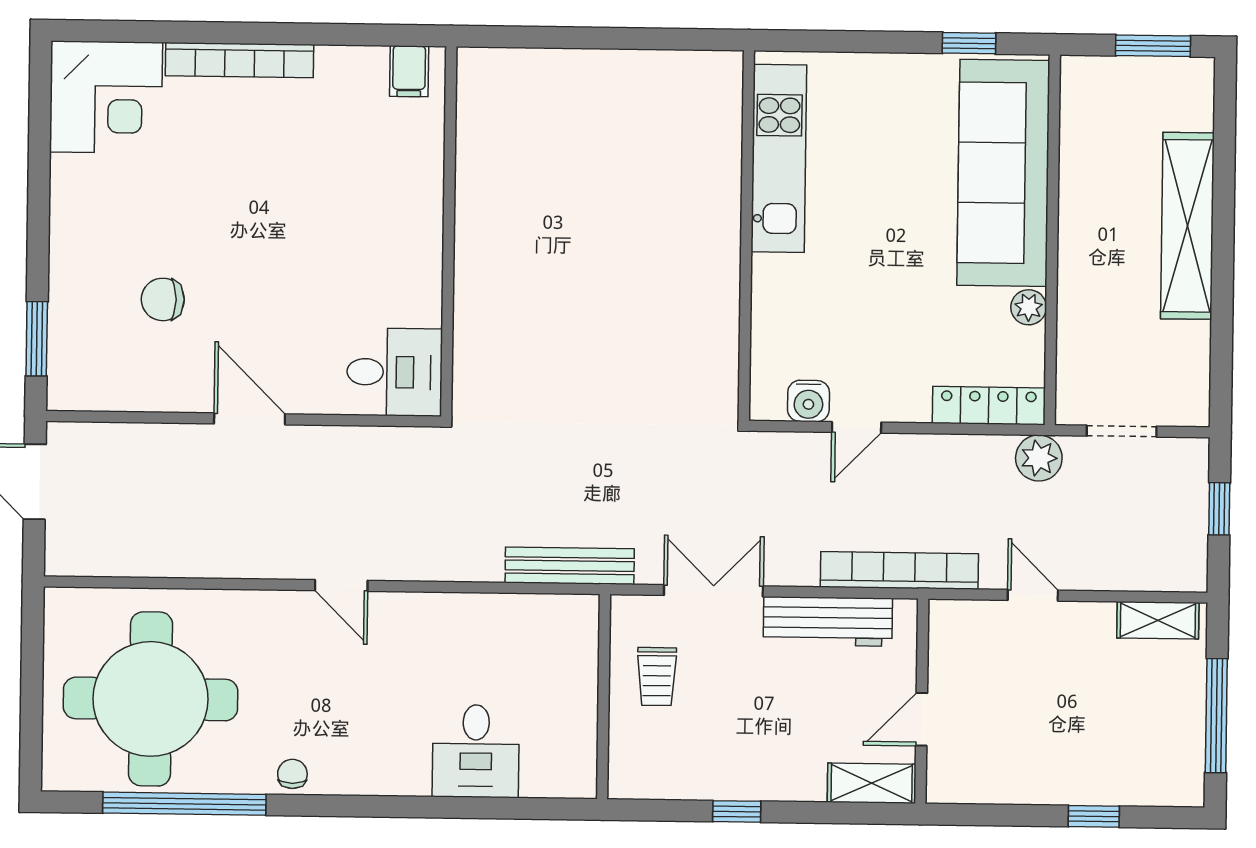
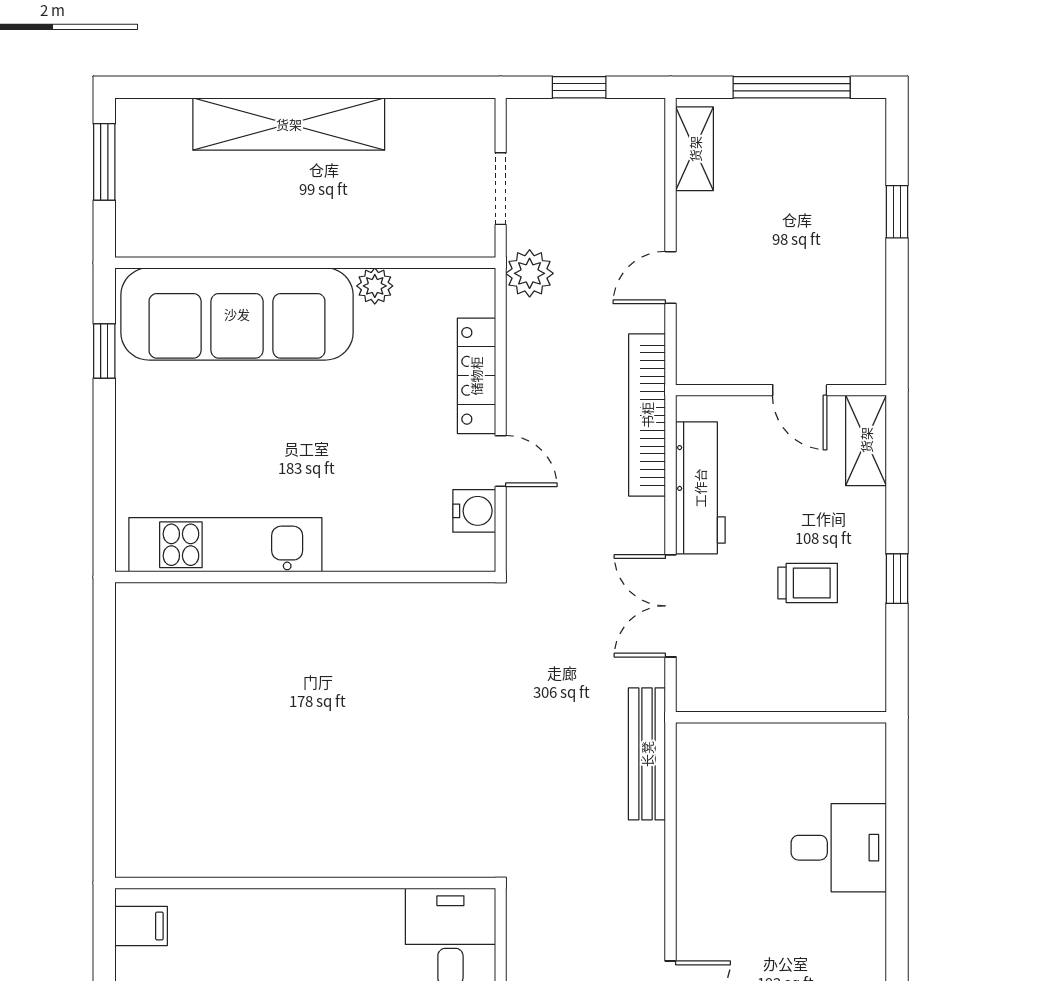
locker: (989, 406) -> (476, 376), moved
trolley: (657, 676) -> (808, 583), moved

